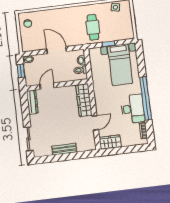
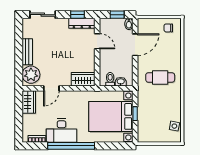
cafe table: (93, 27) -> (160, 77), moved
door: (57, 50) -> (135, 45), moved
bed with nightstands: (120, 65) -> (111, 116), width x1.36
wardrobe: (84, 100) -> (83, 79), width x0.67
window: (25, 107) -> (77, 15), added
door: (95, 123) -> (51, 88), hinge flipped
plant: (85, 143) -> (31, 75), added

